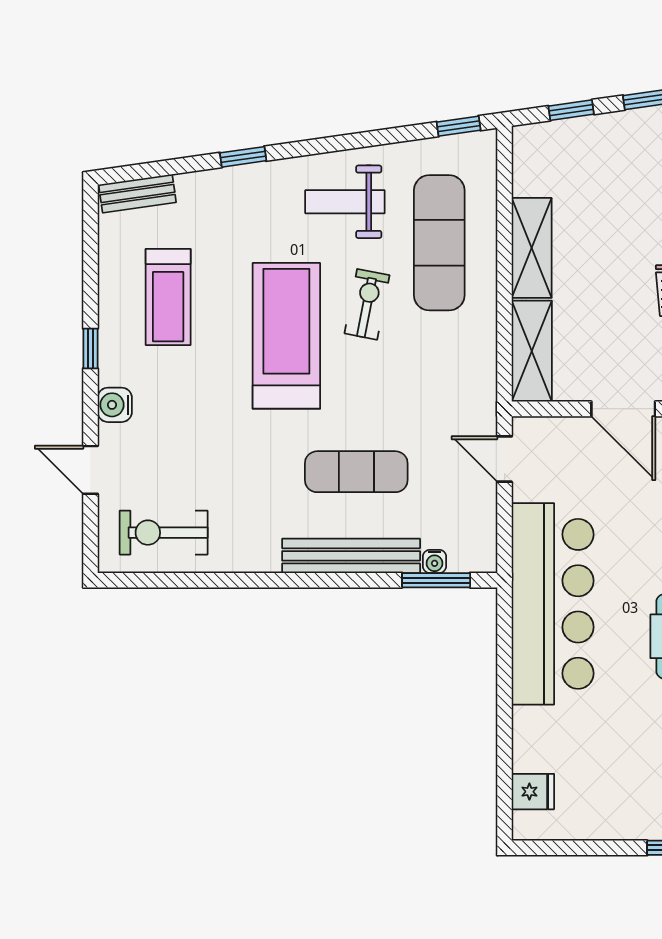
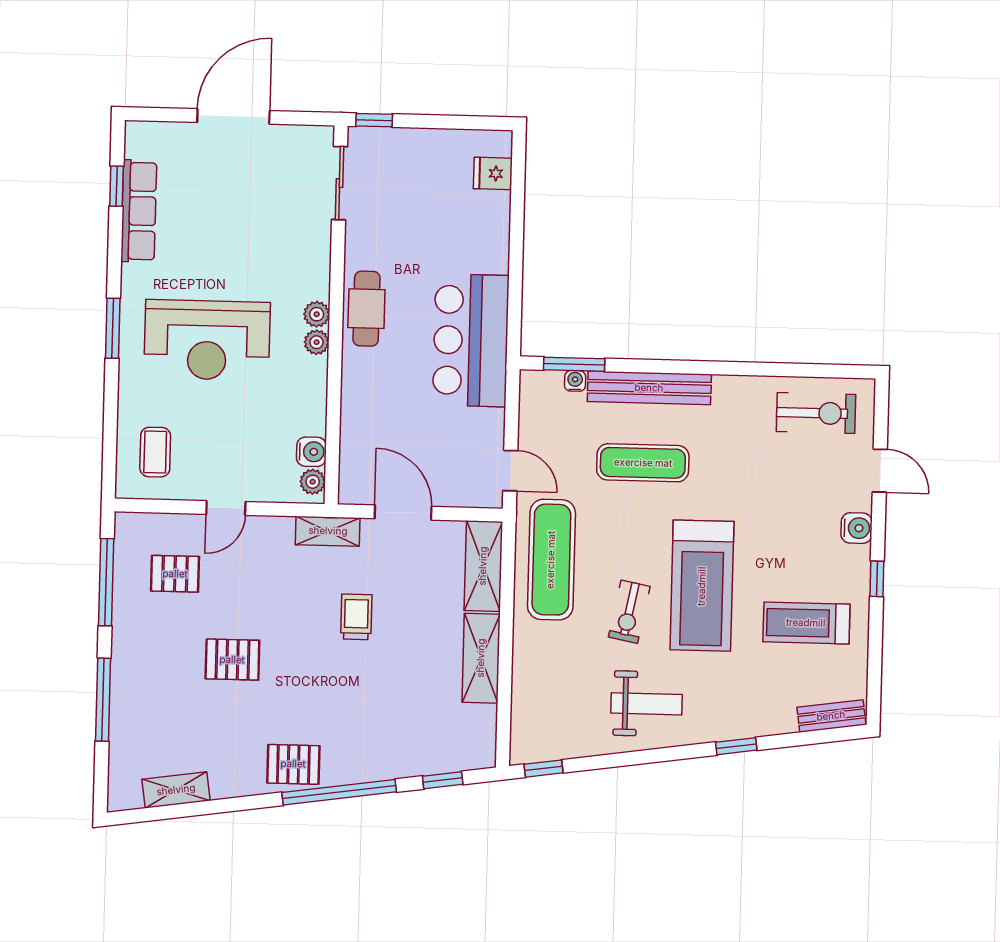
exercise mat: (439, 243) -> (551, 560), moved
treadmill: (168, 297) -> (806, 623), turned -90
bar counter: (553, 604) -> (471, 340), width x0.73

